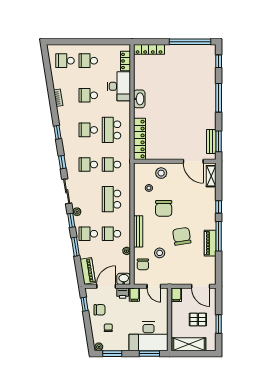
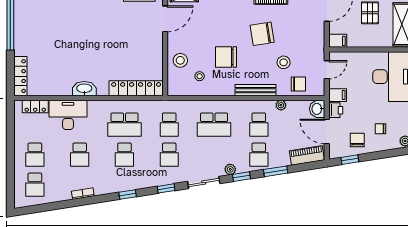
chair: (164, 208) -> (226, 57), turned 180

